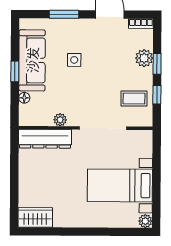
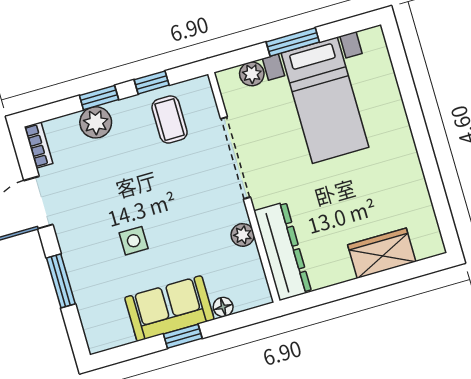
sofa: (32, 60) -> (169, 308), width x0.73
window: (156, 177) -> (293, 42), added
wardrobe: (35, 217) -> (382, 253), moved, turned 90
plant: (145, 221) -> (252, 74), moved

